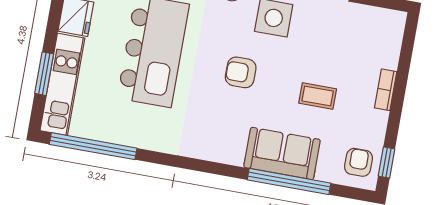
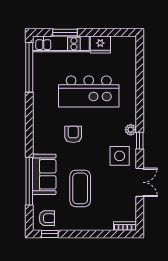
armchair: (241, 72) -> (73, 134), moved
bookcase: (386, 90) -> (125, 226), moved
coffee table: (318, 96) -> (80, 188), width x1.86, depth x1.72

